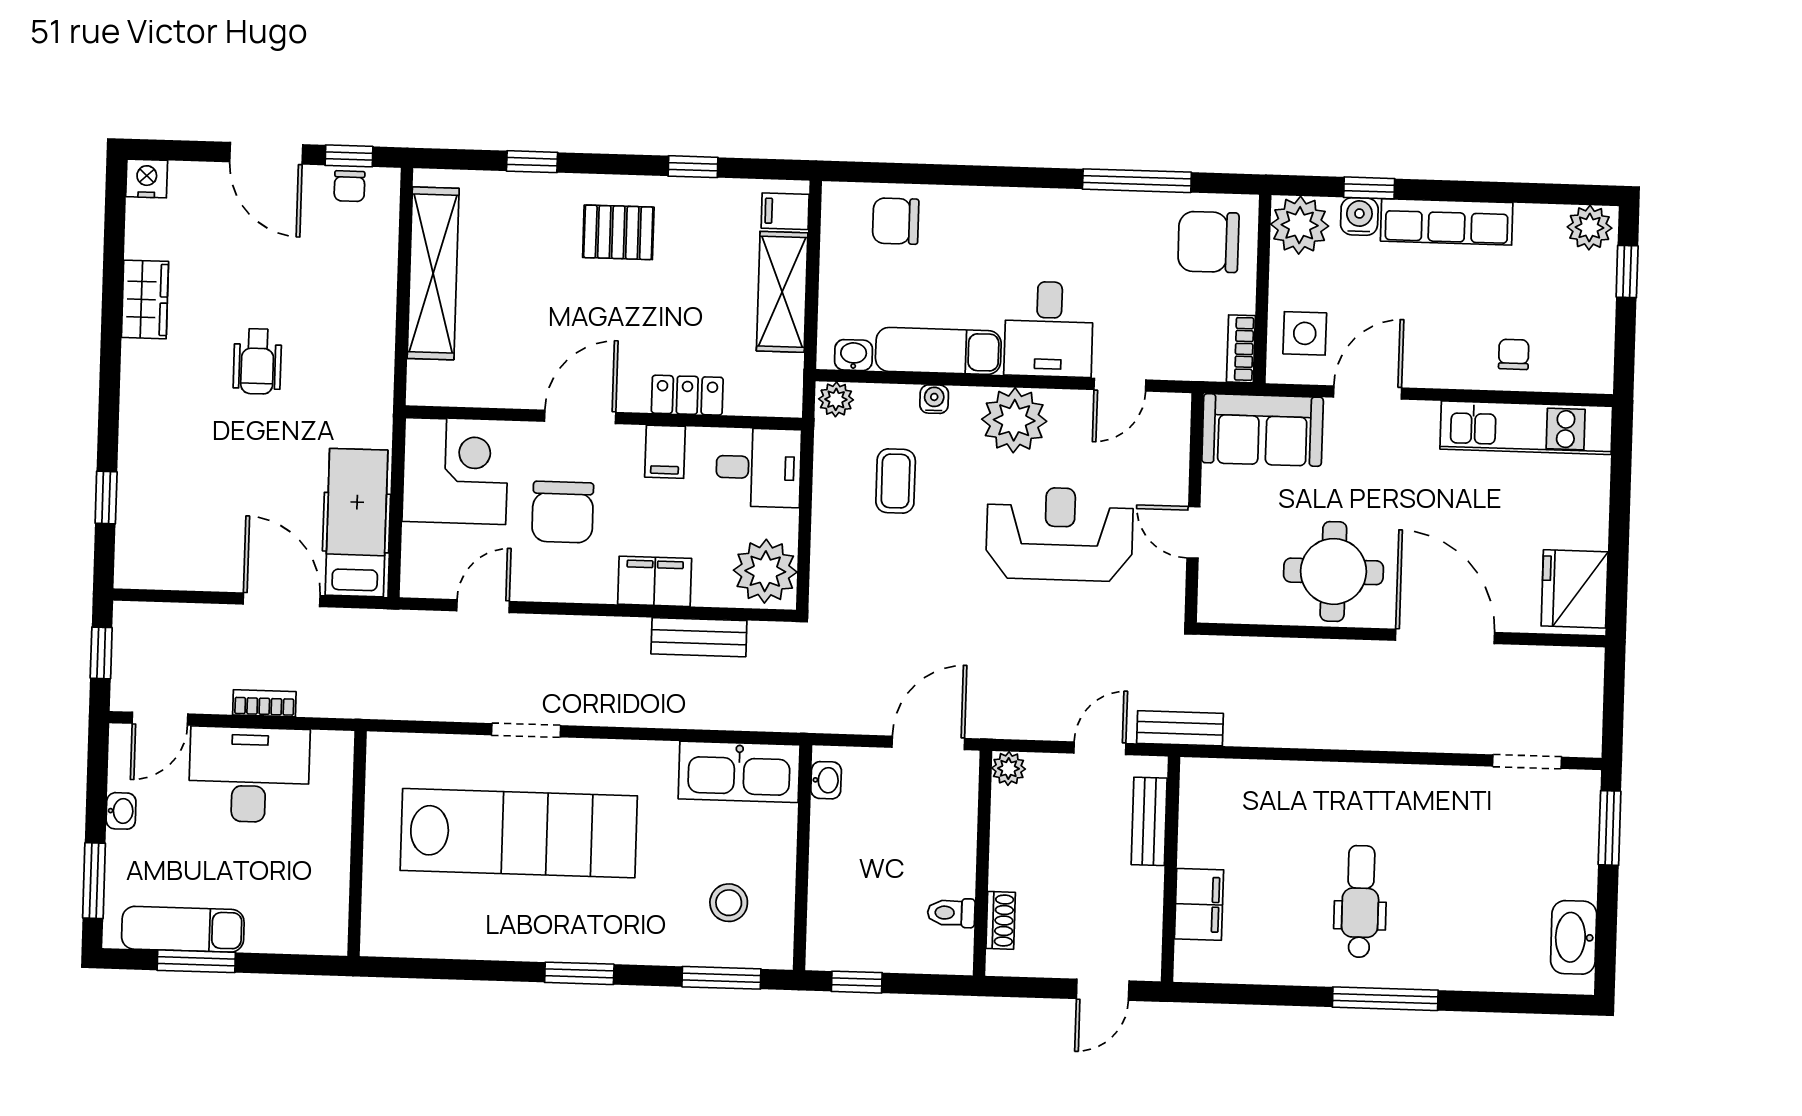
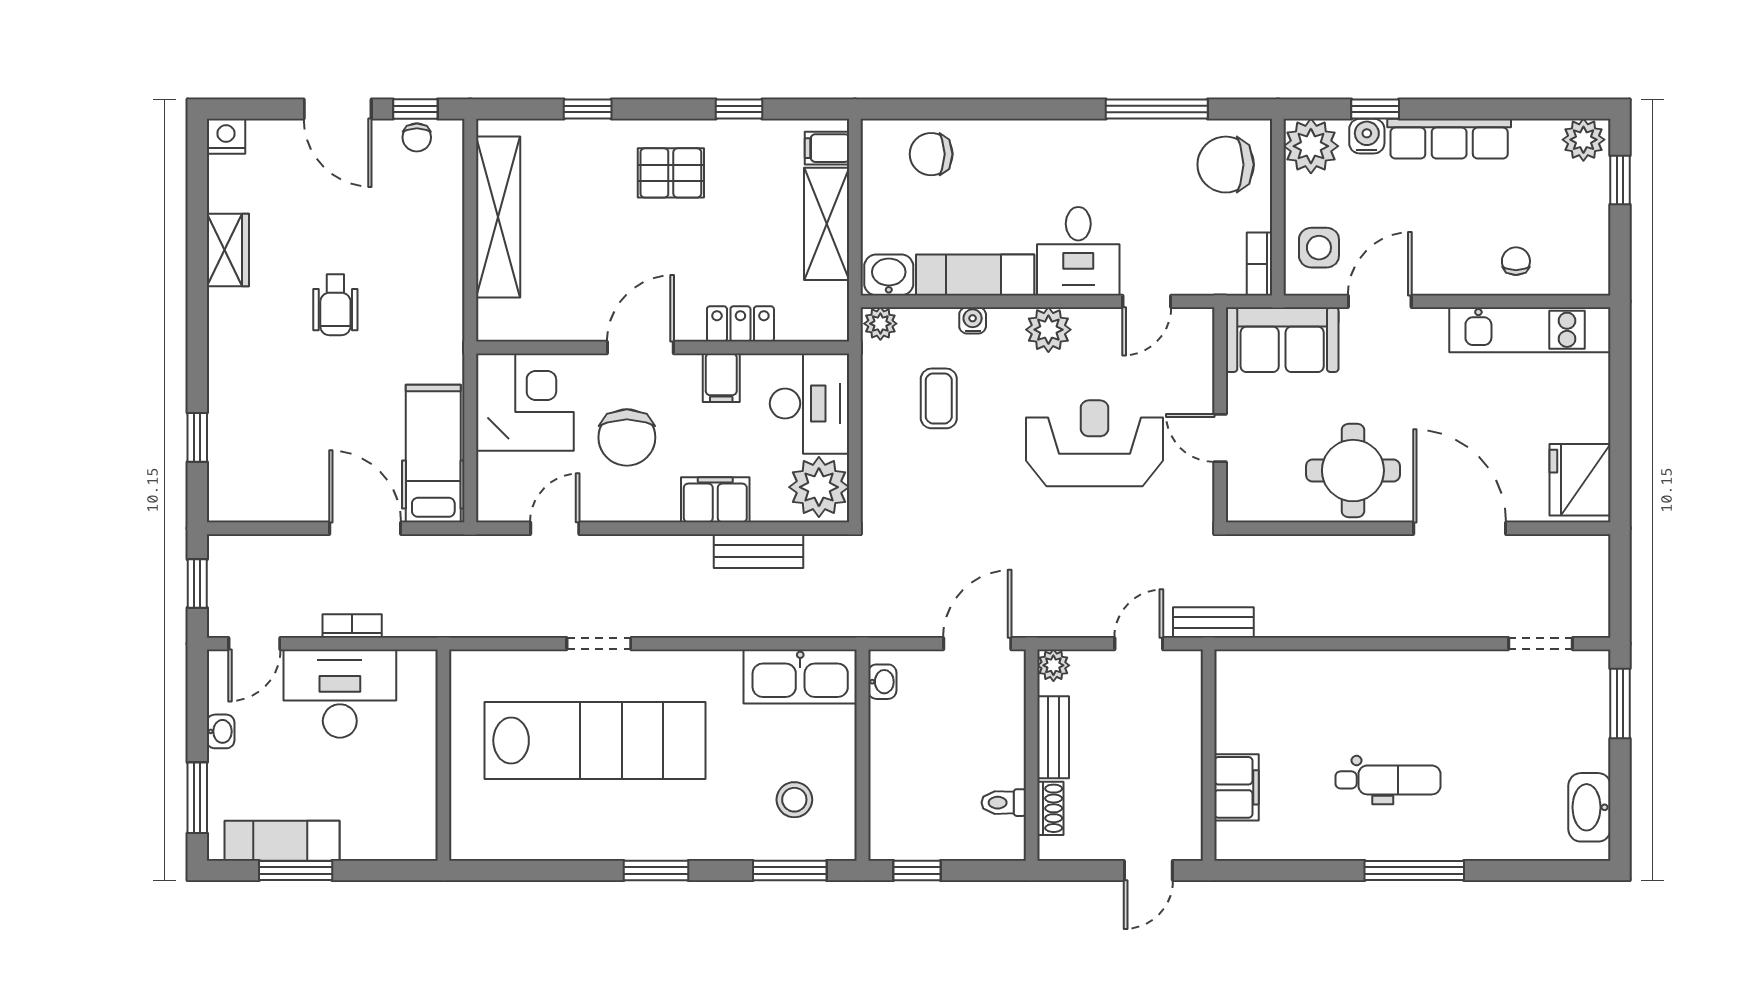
washbasin: (854, 355) -> (889, 275), width x1.38, depth x1.45
plant: (1014, 420) -> (1048, 330), width x0.73, depth x0.73
desk: (758, 468) -> (810, 404), width x1.37
bench: (1149, 821) -> (1053, 737), moved
dental chair: (1360, 902) -> (1388, 780), turned 90

